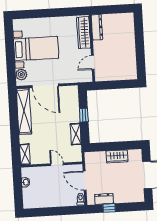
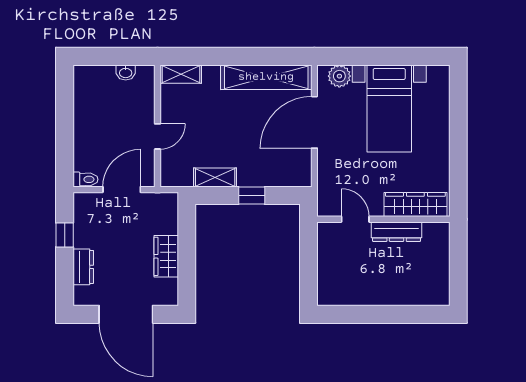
dresser: (97, 27) -> (397, 232), moved
dresser: (104, 199) -> (83, 267), moved

